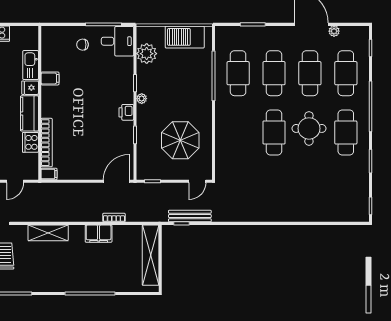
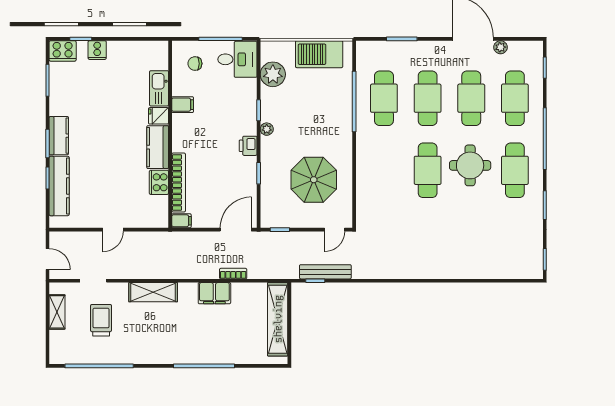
kitchen sink: (31, 65) -> (159, 88), moved
filing cabinet: (50, 78) -> (183, 105), moved
fridge: (30, 88) -> (158, 116), moved
wall: (40, 103) -> (170, 134), moved
kitchen counter: (29, 113) -> (158, 147), moved
cooker: (30, 142) -> (159, 182), moved
bookcase: (47, 143) -> (179, 183), moved
filing cabinet: (49, 174) -> (181, 221), moved

